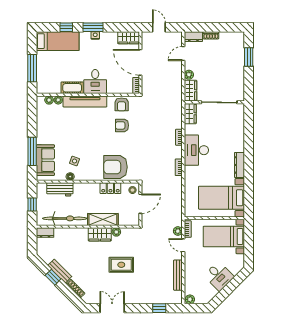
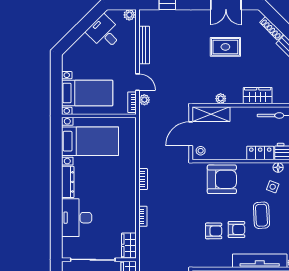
armchair: (122, 104) -> (236, 230), moved, turned 90
coffee table: (84, 138) -> (261, 215), added
desk: (196, 150) -> (77, 218), moved, turned 180
locker: (110, 188) -> (260, 153), moved
shelving: (103, 220) -> (211, 114), moved
wardrobe: (100, 234) -> (258, 96), moved
rug: (121, 265) -> (225, 47), moved
desk: (219, 276) -> (104, 33), moved

